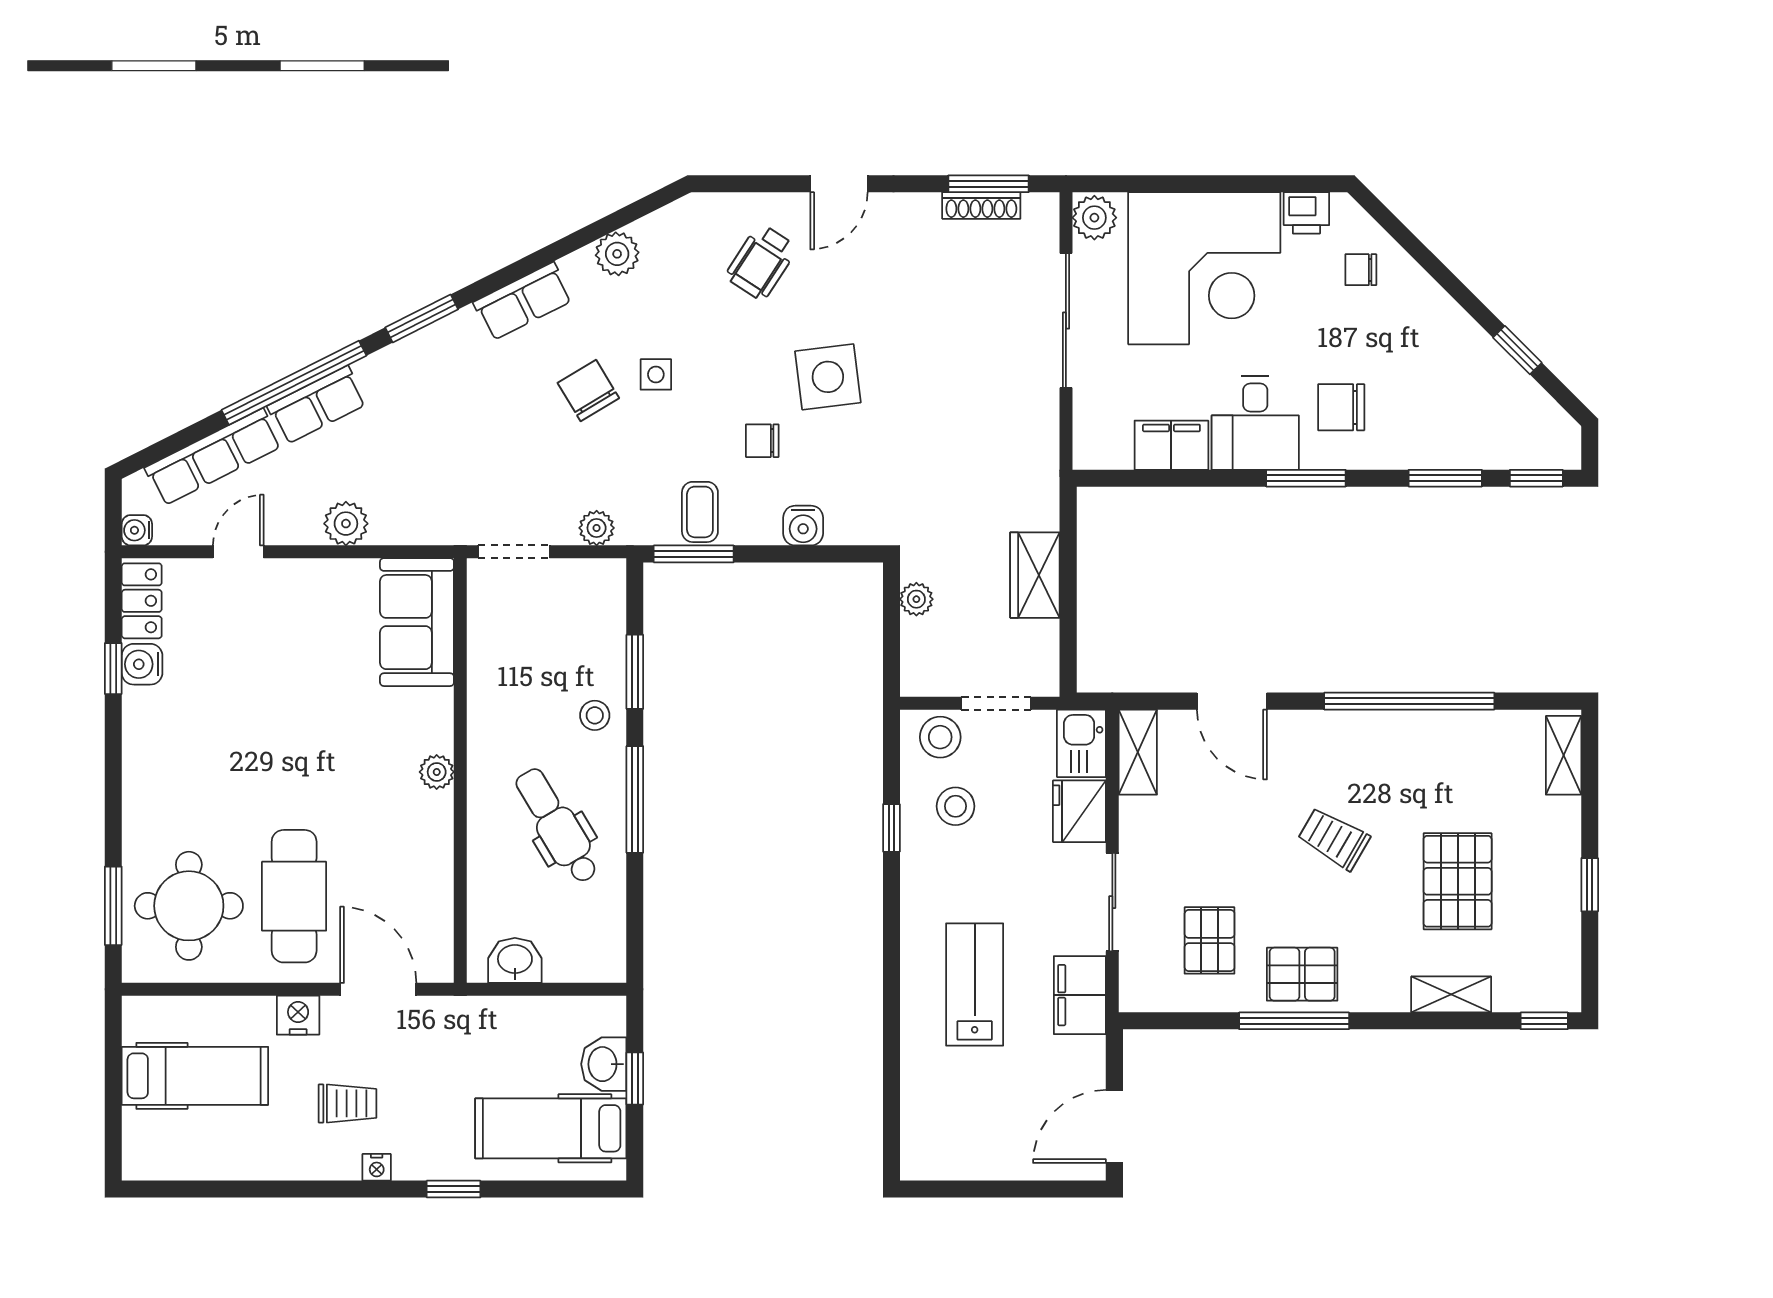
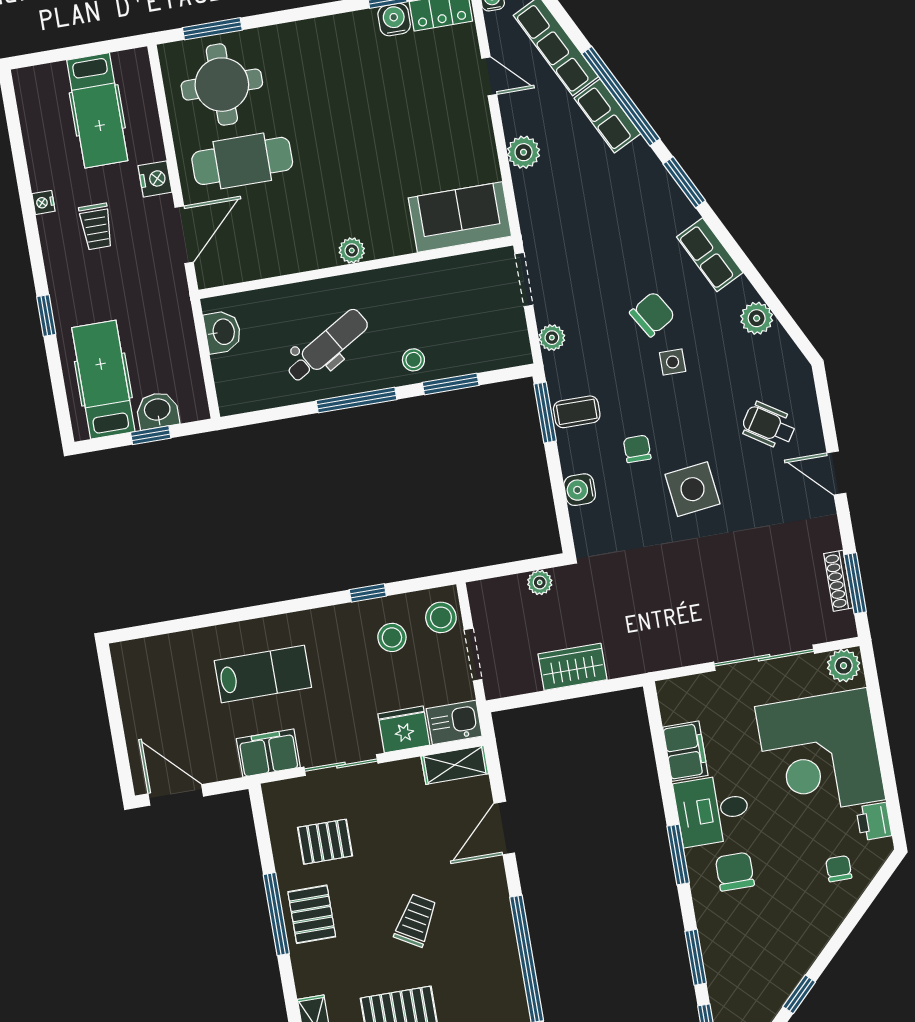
nightstand: (377, 1167) -> (44, 202), moved

